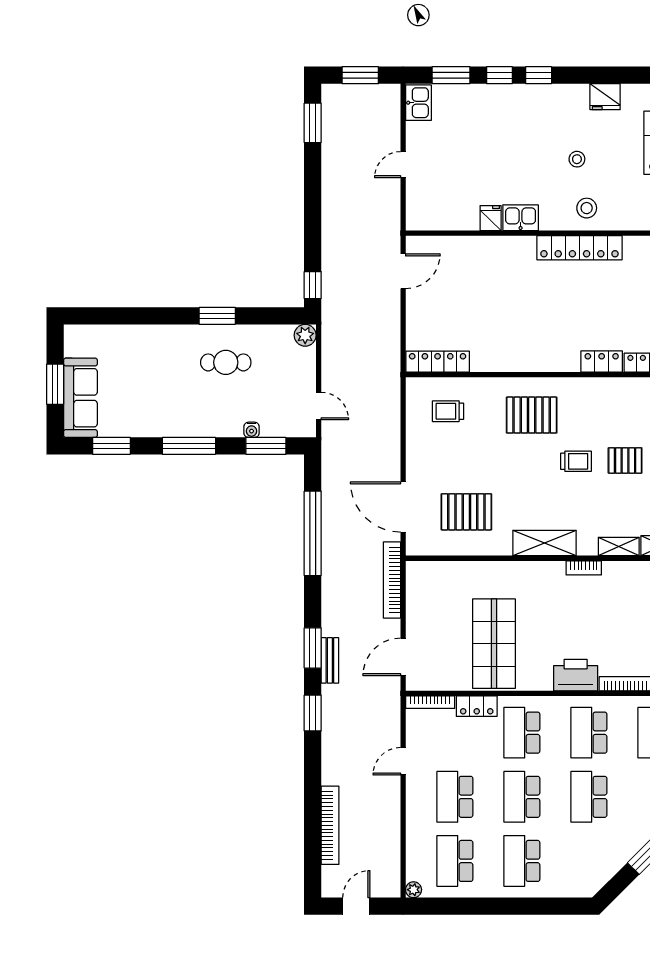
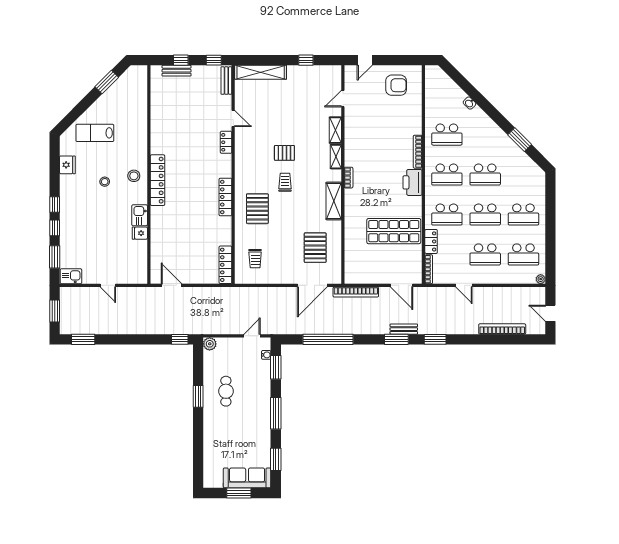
locker: (602, 362) -> (225, 197), moved, width x1.53
water cooler: (252, 430) -> (266, 355), moved
pallet: (625, 460) -> (284, 153), turned 90

